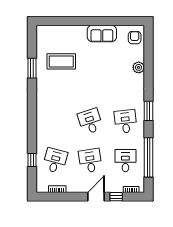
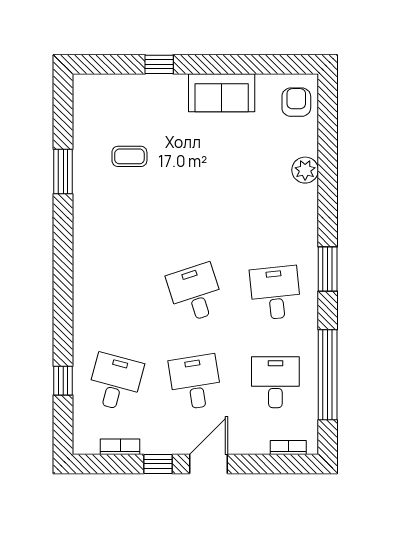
window: (74, 21) -> (159, 64), added
coffee table: (61, 61) -> (129, 156), width x0.54, depth x0.58
window: (116, 197) -> (158, 464), moved

